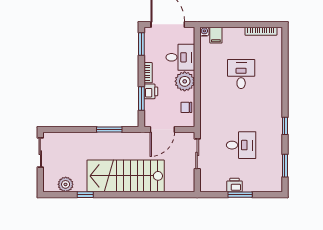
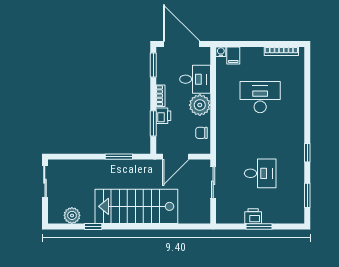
desk: (241, 74) -> (260, 97), width x1.37

